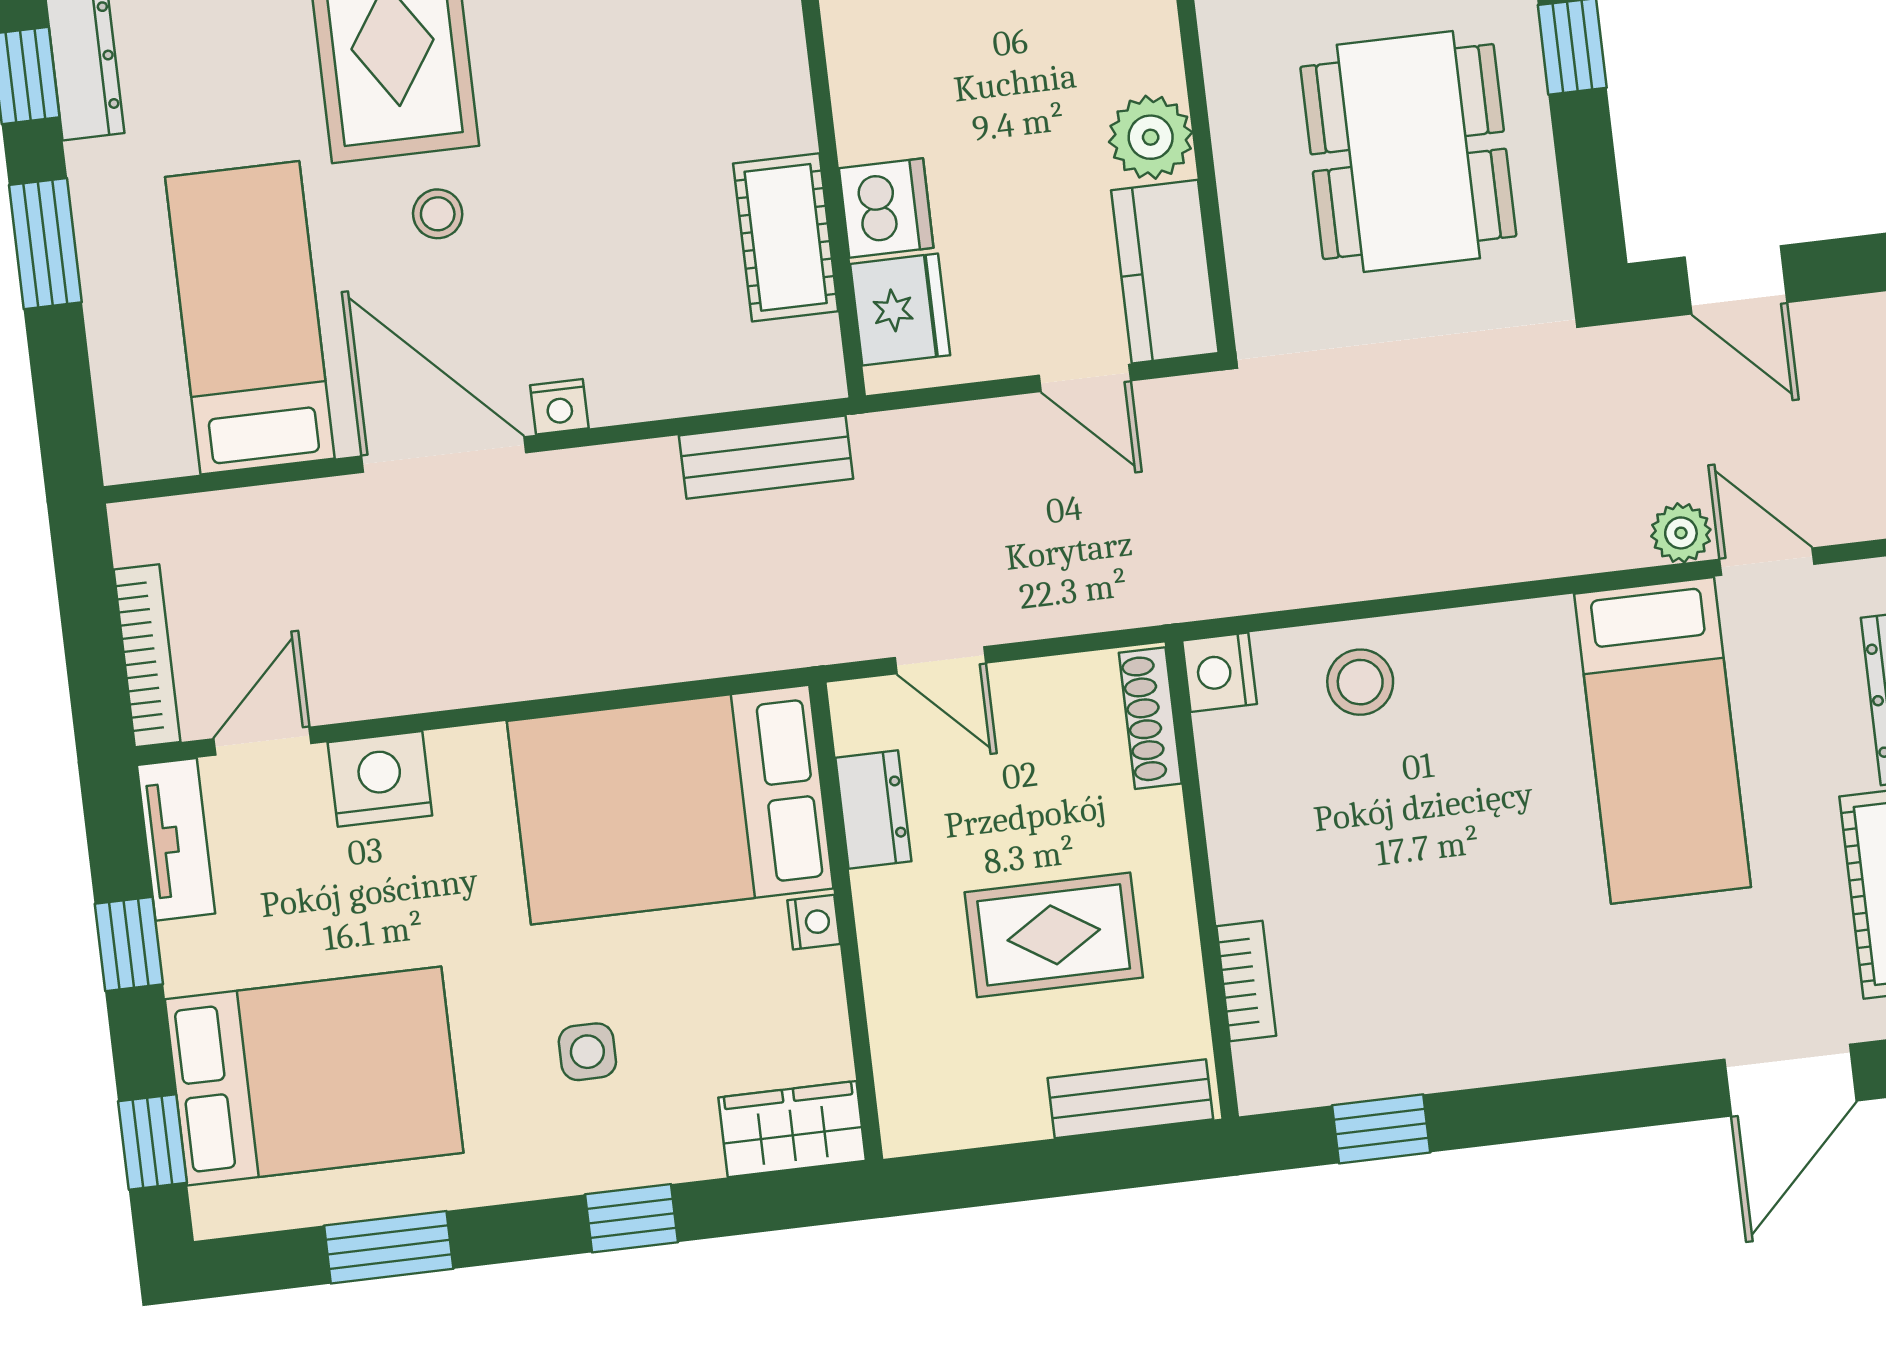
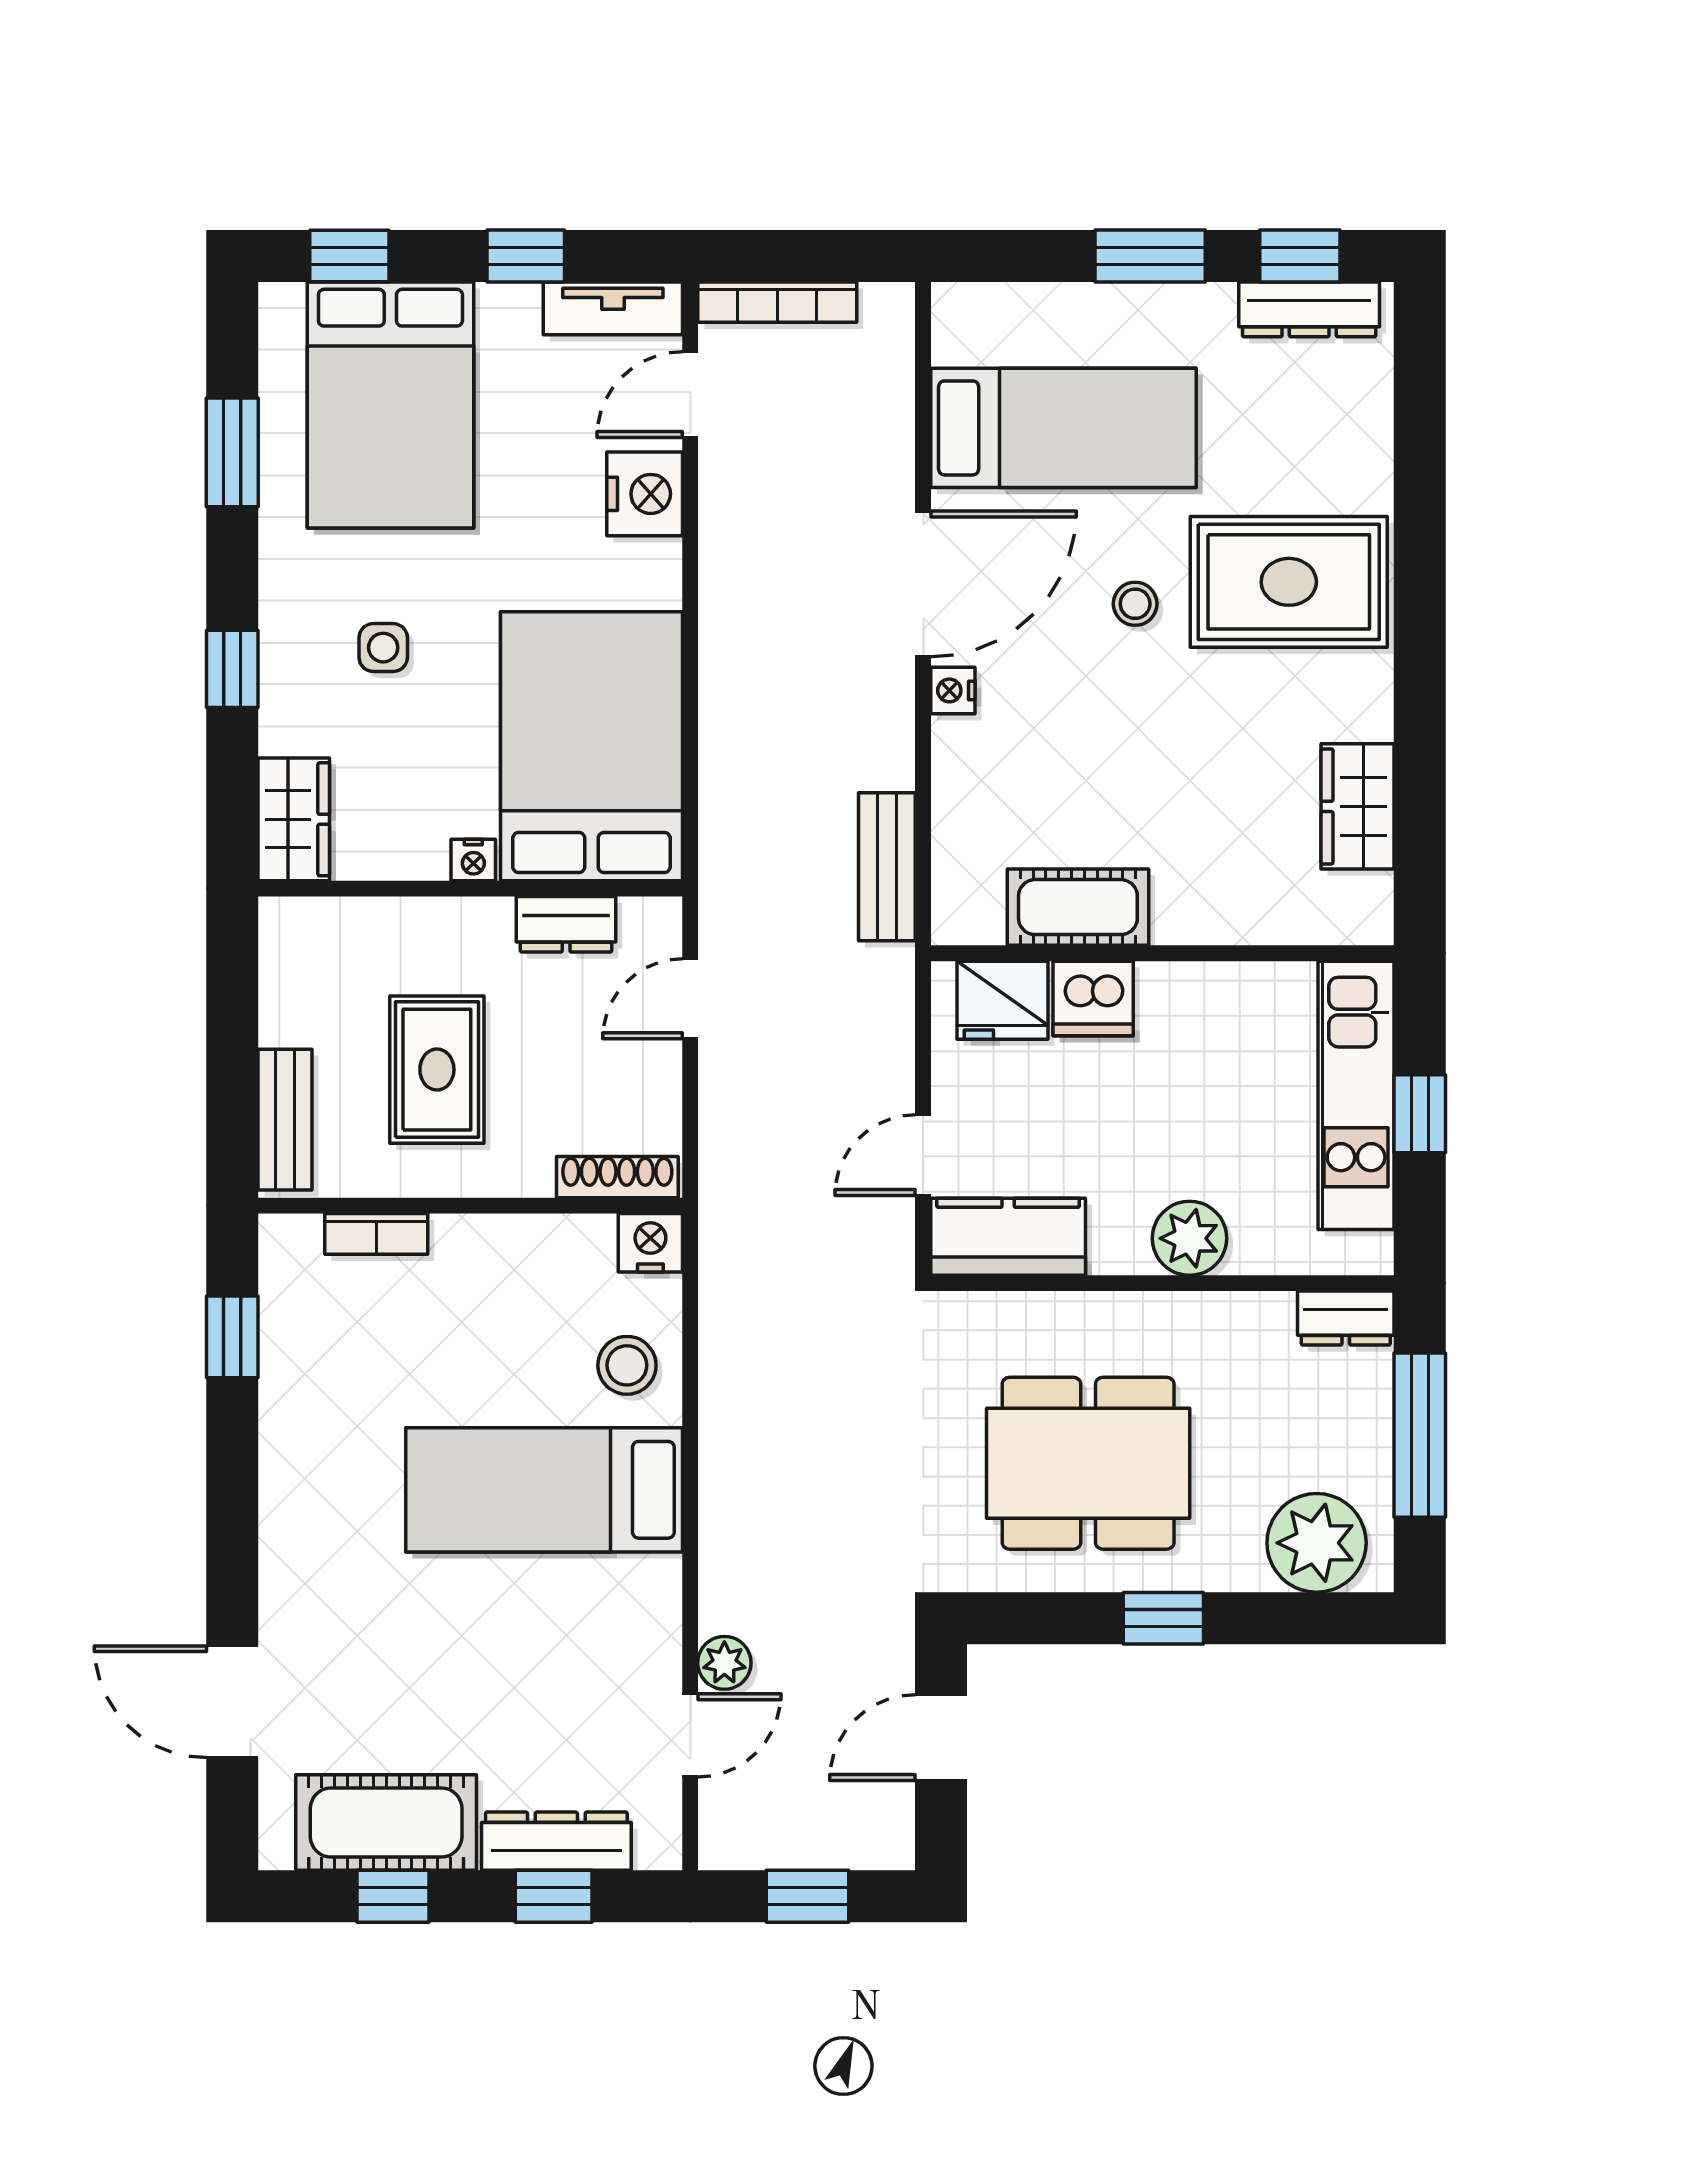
plant: (1151, 137) -> (1190, 1238), moved
bed: (1662, 740) -> (544, 1490), moved
door: (262, 741) -> (690, 395), swing flipped

